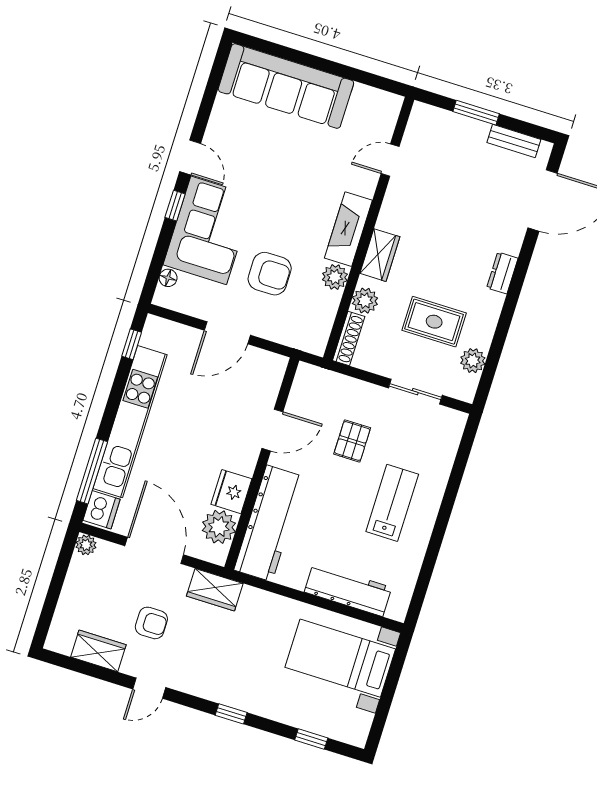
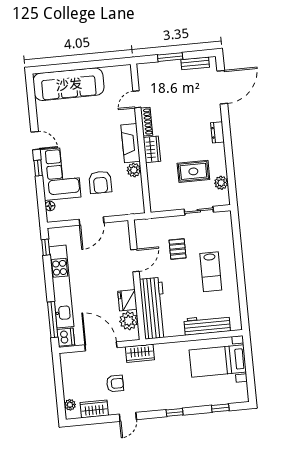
armchair: (270, 274) -> (100, 182), turned 90
plant: (365, 301) -> (154, 176), removed
shoe rack: (349, 338) -> (147, 122), moved
lab bench: (392, 503) -> (211, 272), turned 180
plant: (86, 545) -> (70, 405), moved

